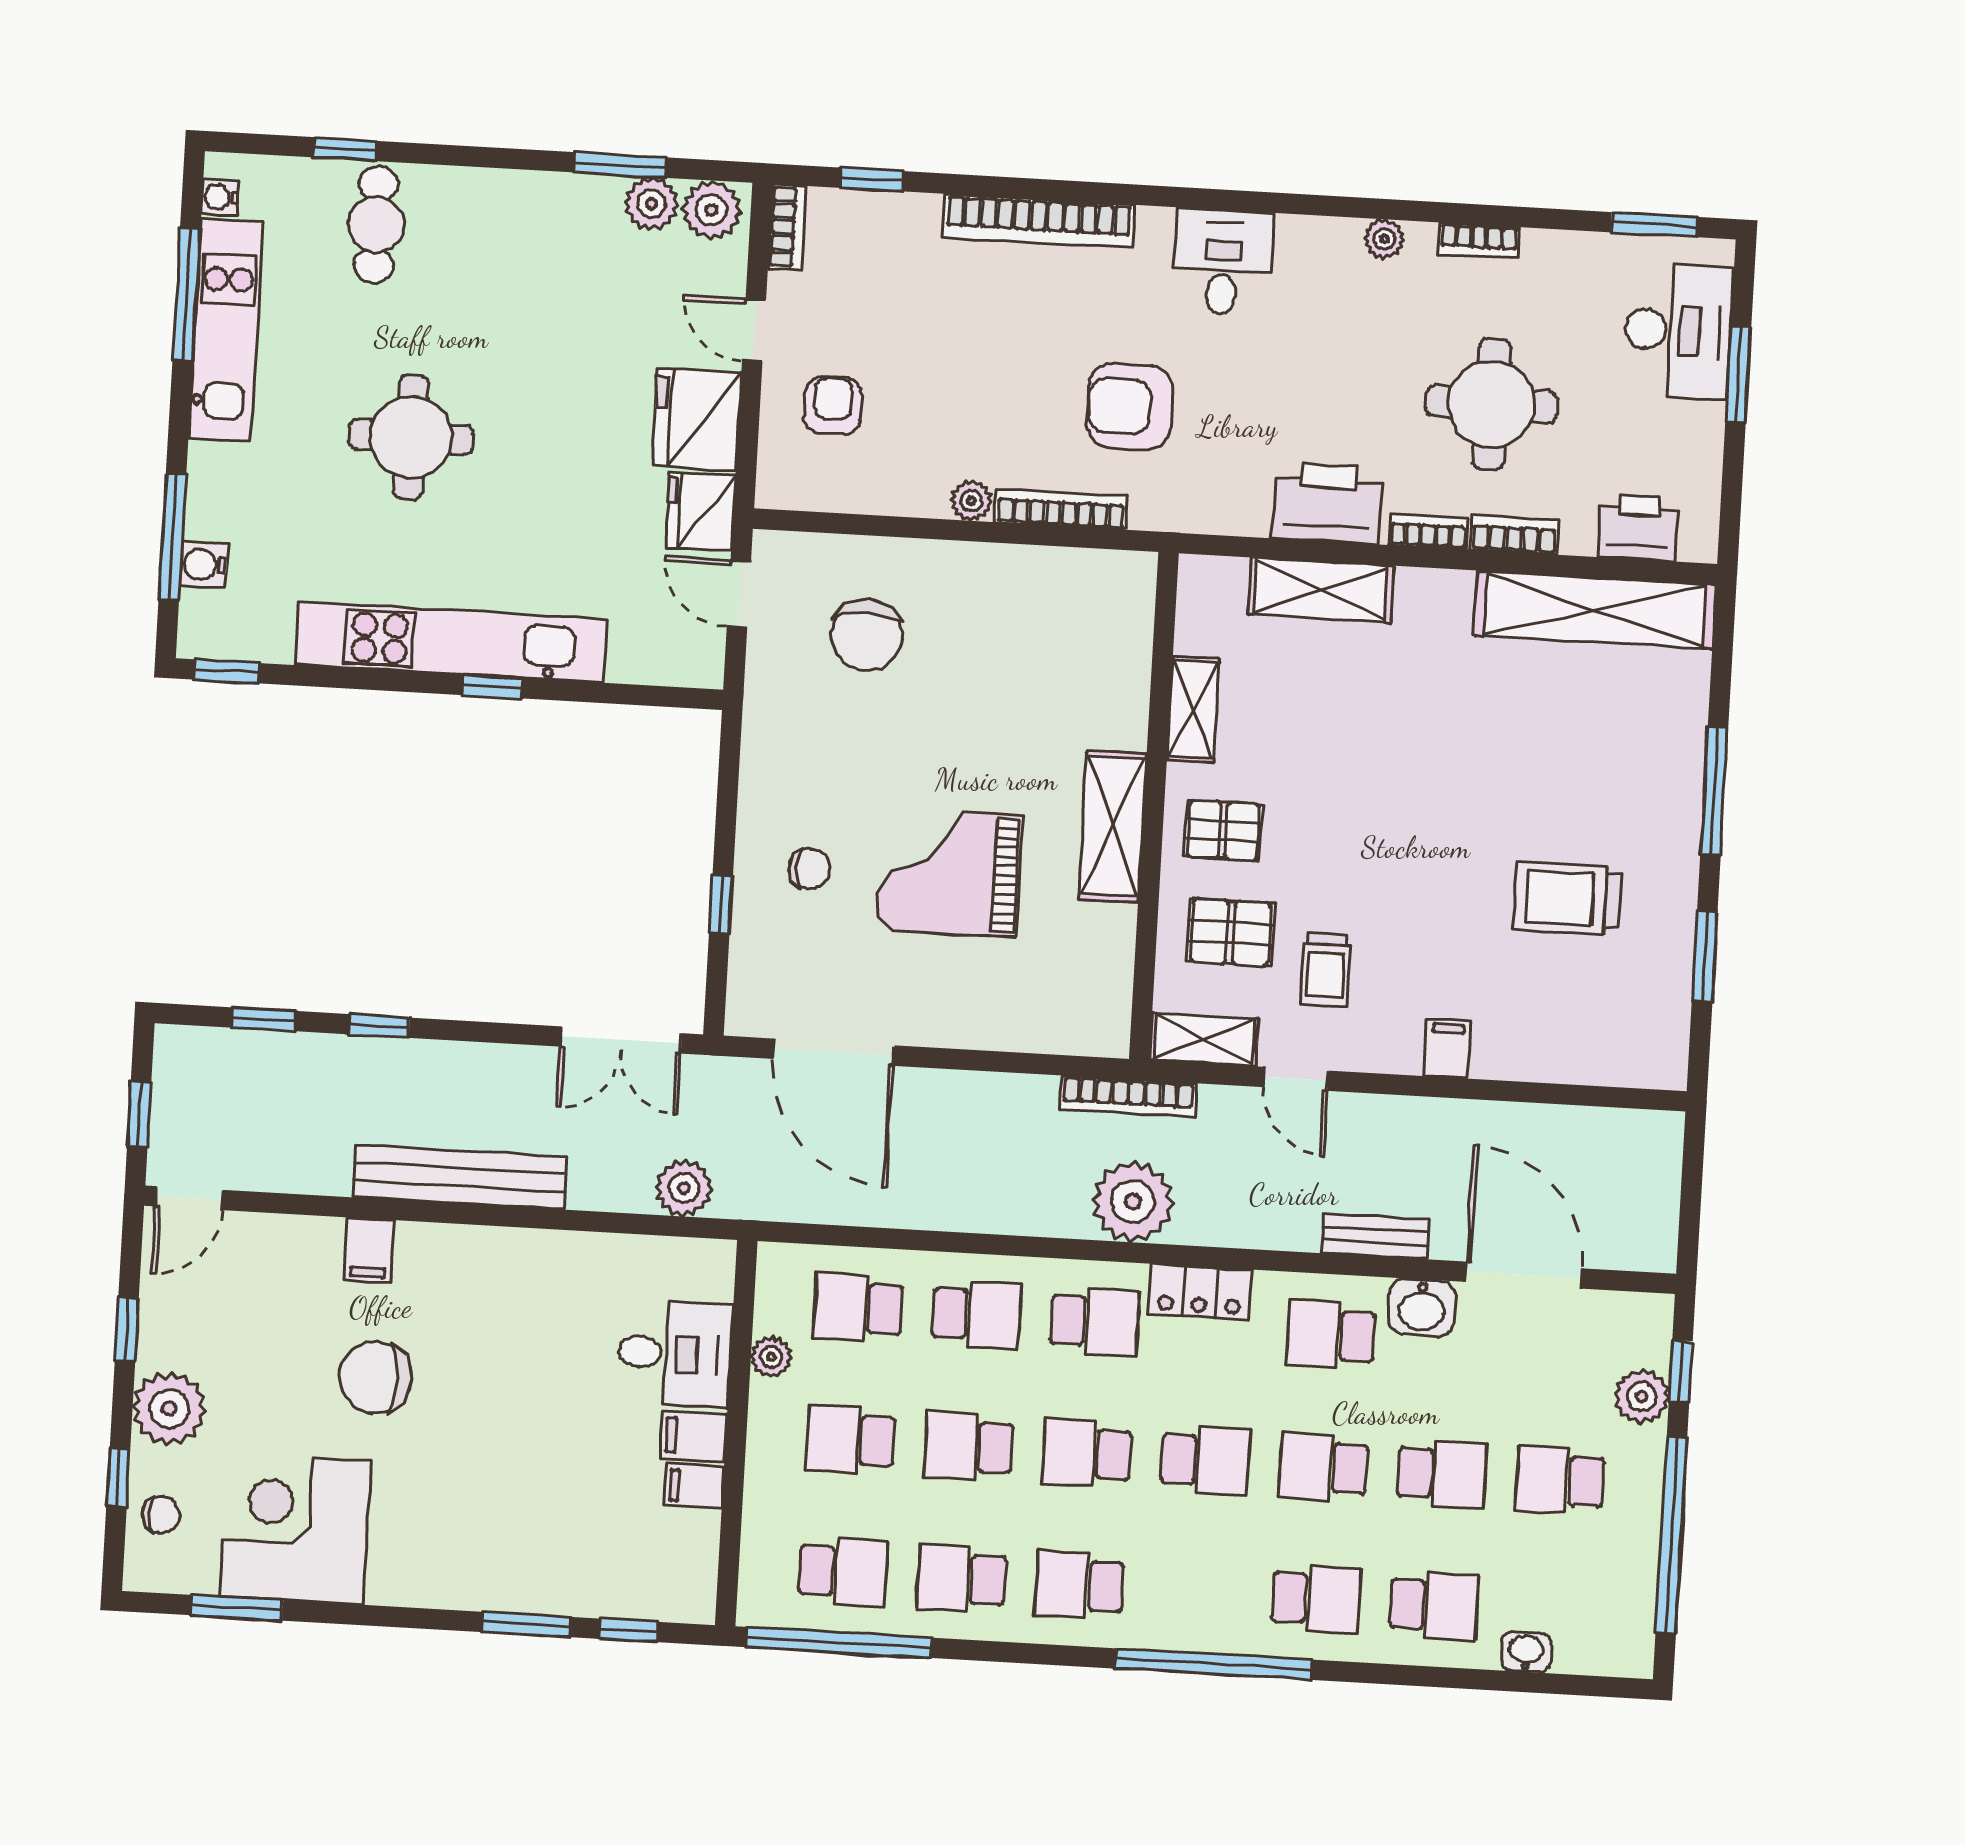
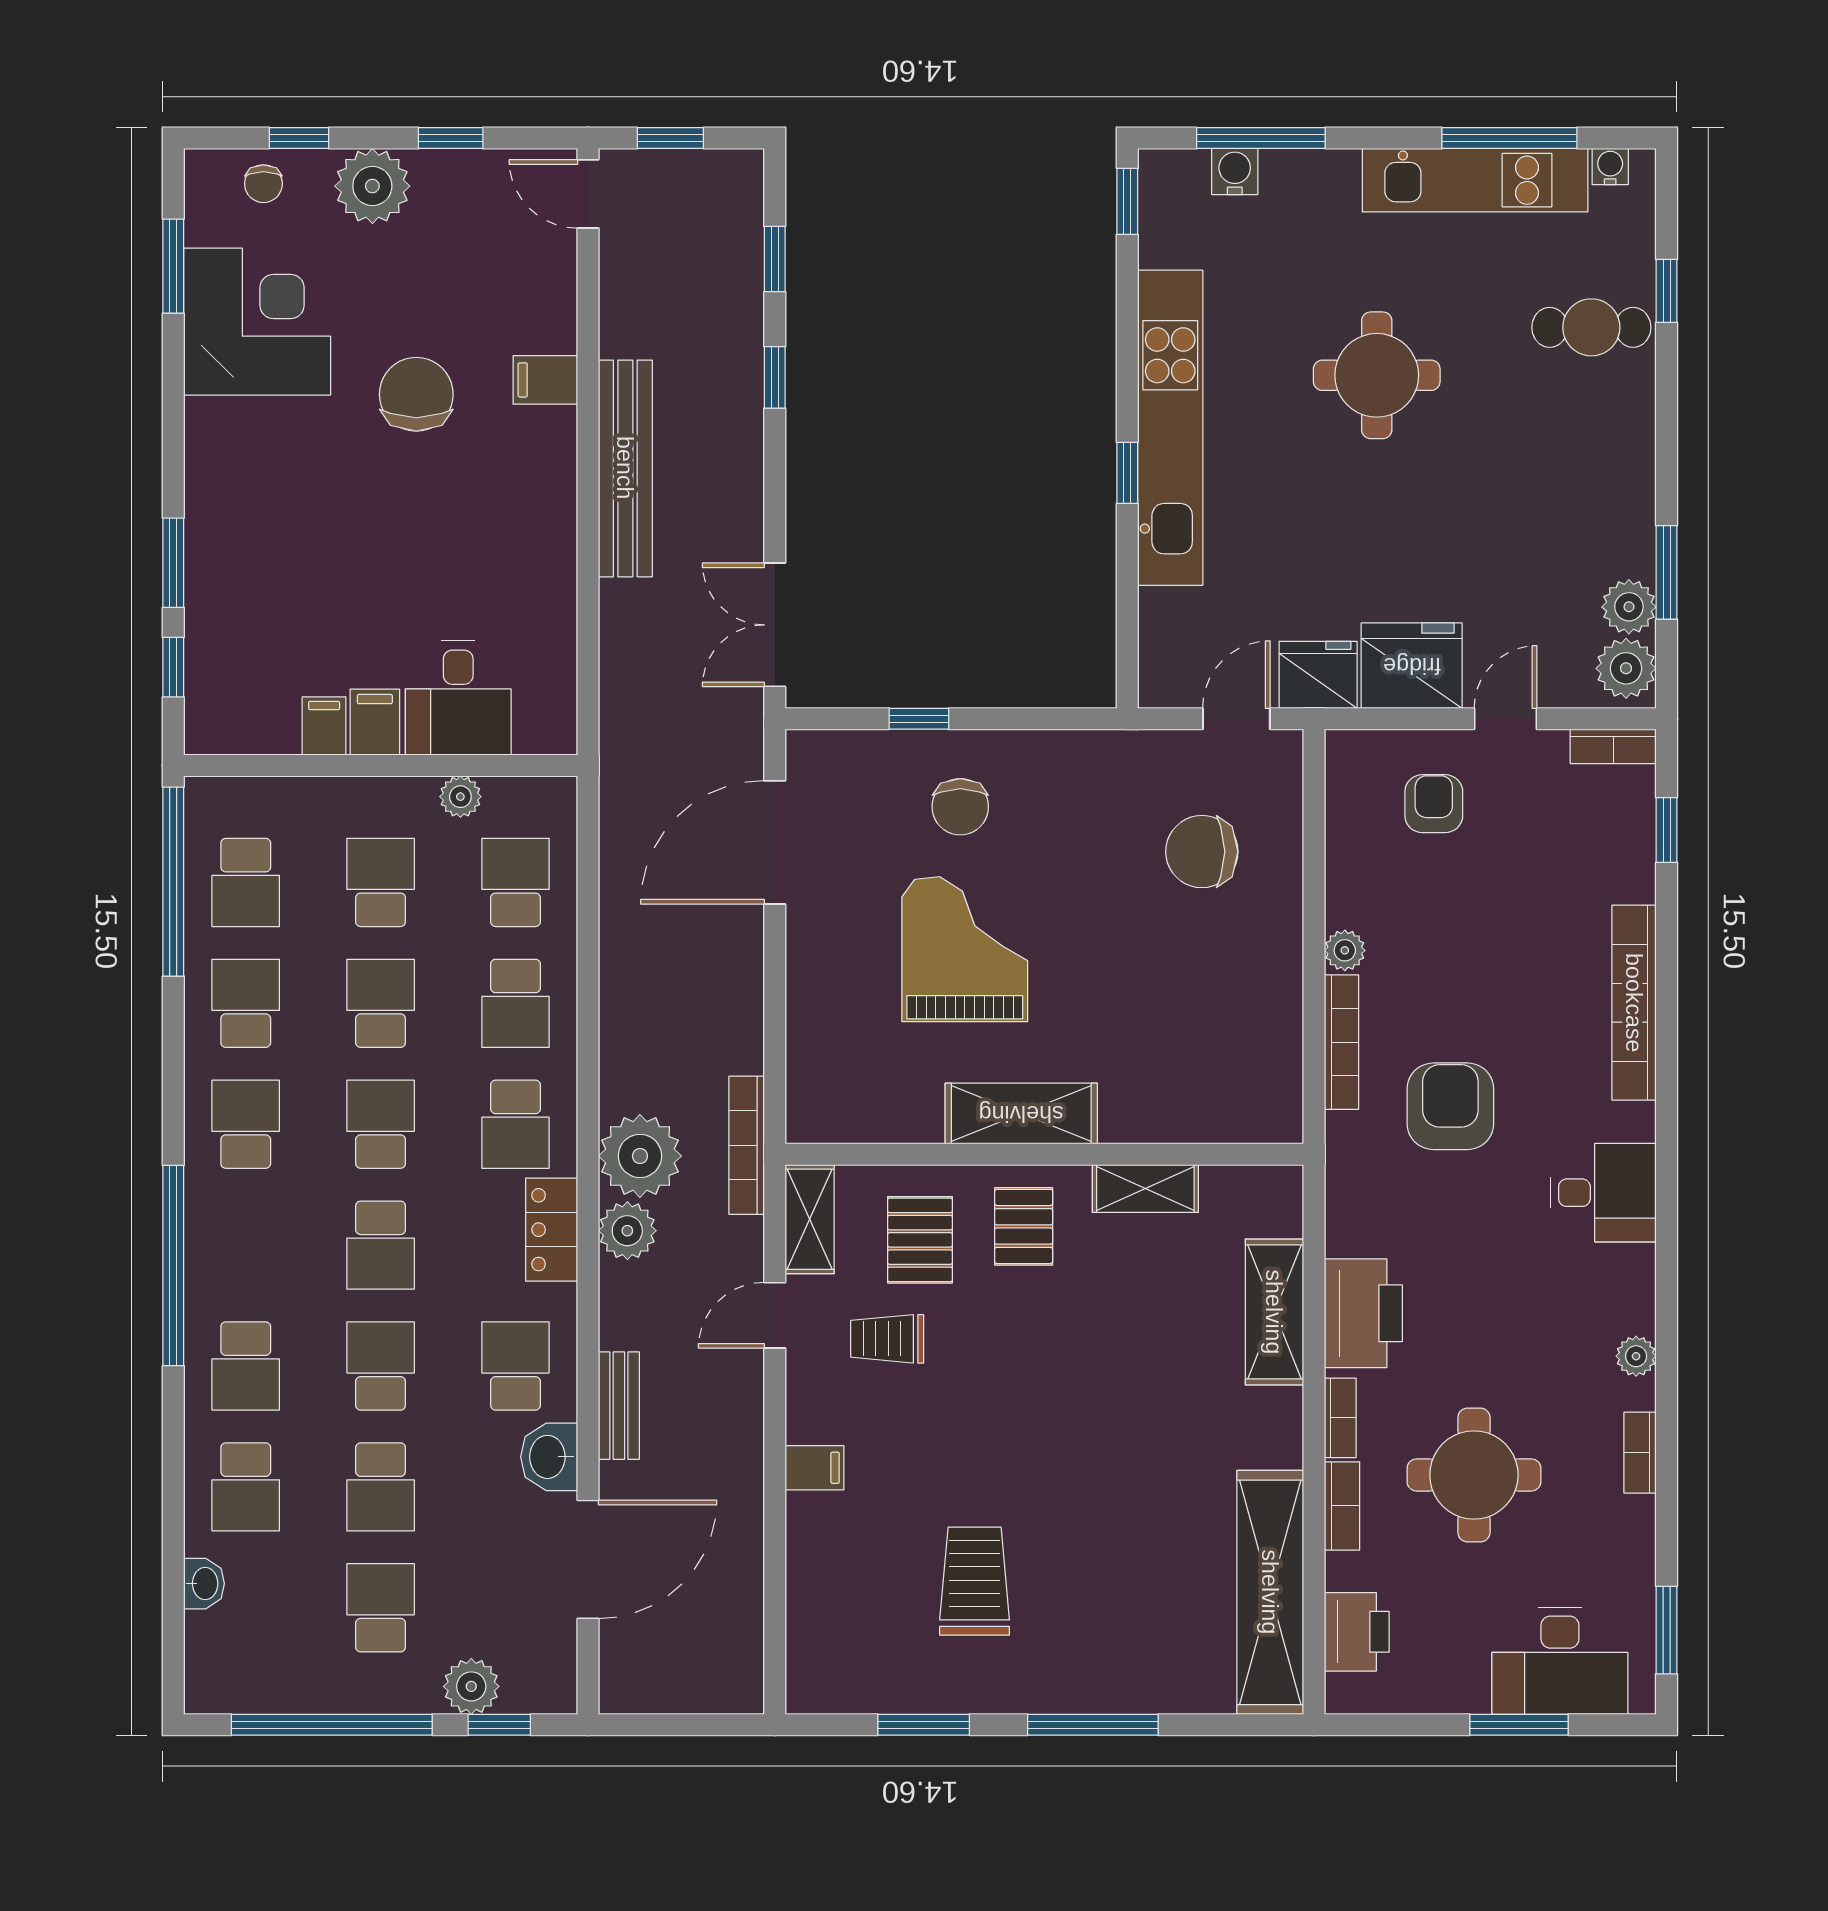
armchair: (833, 406) -> (1434, 804), turned -90
chair: (809, 869) -> (960, 807), width x1.37, depth x1.37
plant: (684, 1188) -> (627, 1231), moved

